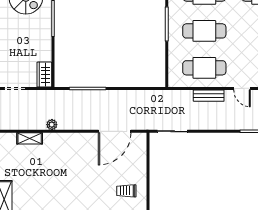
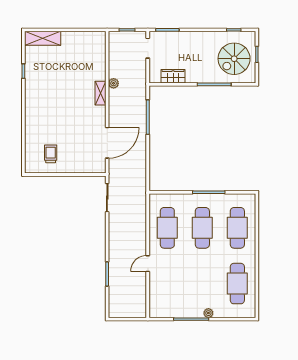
wardrobe: (44, 75) -> (173, 76), moved
bench: (209, 96) -> (141, 232), removed
door: (115, 131) -> (107, 143), swing flipped
shelving: (30, 138) -> (100, 93), moved

